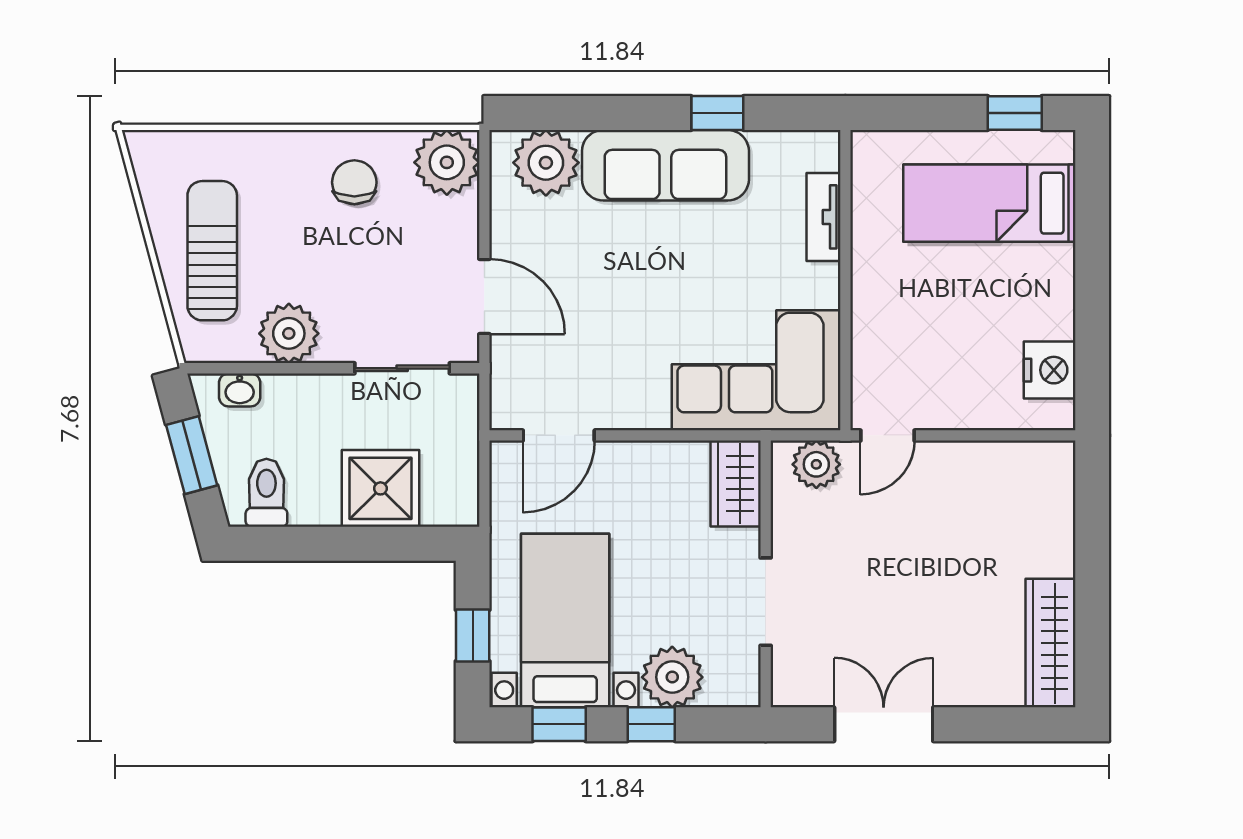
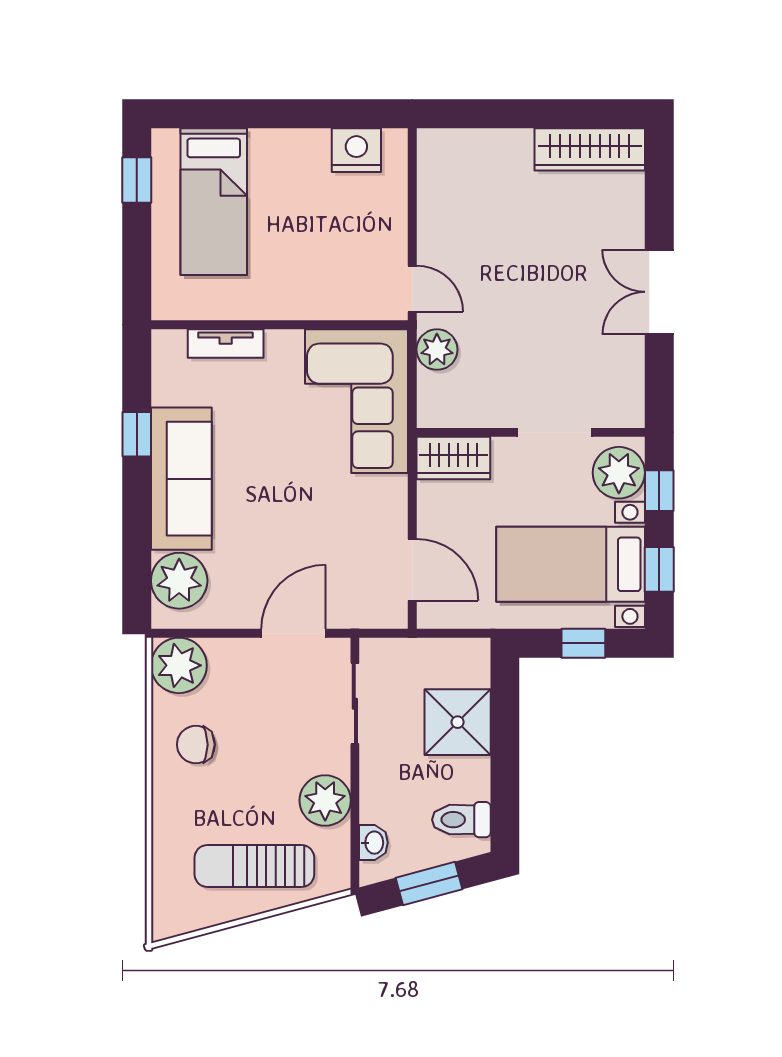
wardrobe: (736, 484) -> (453, 458), moved
wall: (766, 574) -> (531, 432), moved
doorway: (766, 602) -> (554, 432), moved

